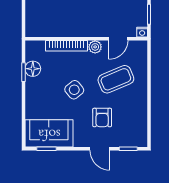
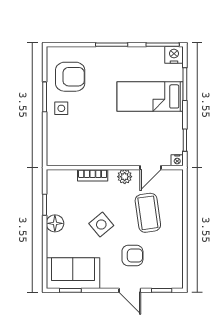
bookcase: (66, 46) -> (93, 175), width x0.64
floor lamp: (33, 69) -> (55, 223), moved
coffee table: (116, 79) -> (148, 213), turned -75
armchair: (102, 118) -> (132, 256), turned -90

